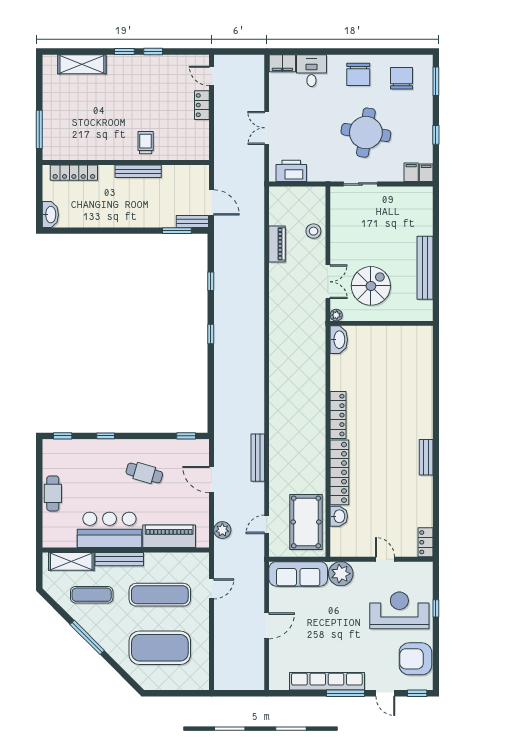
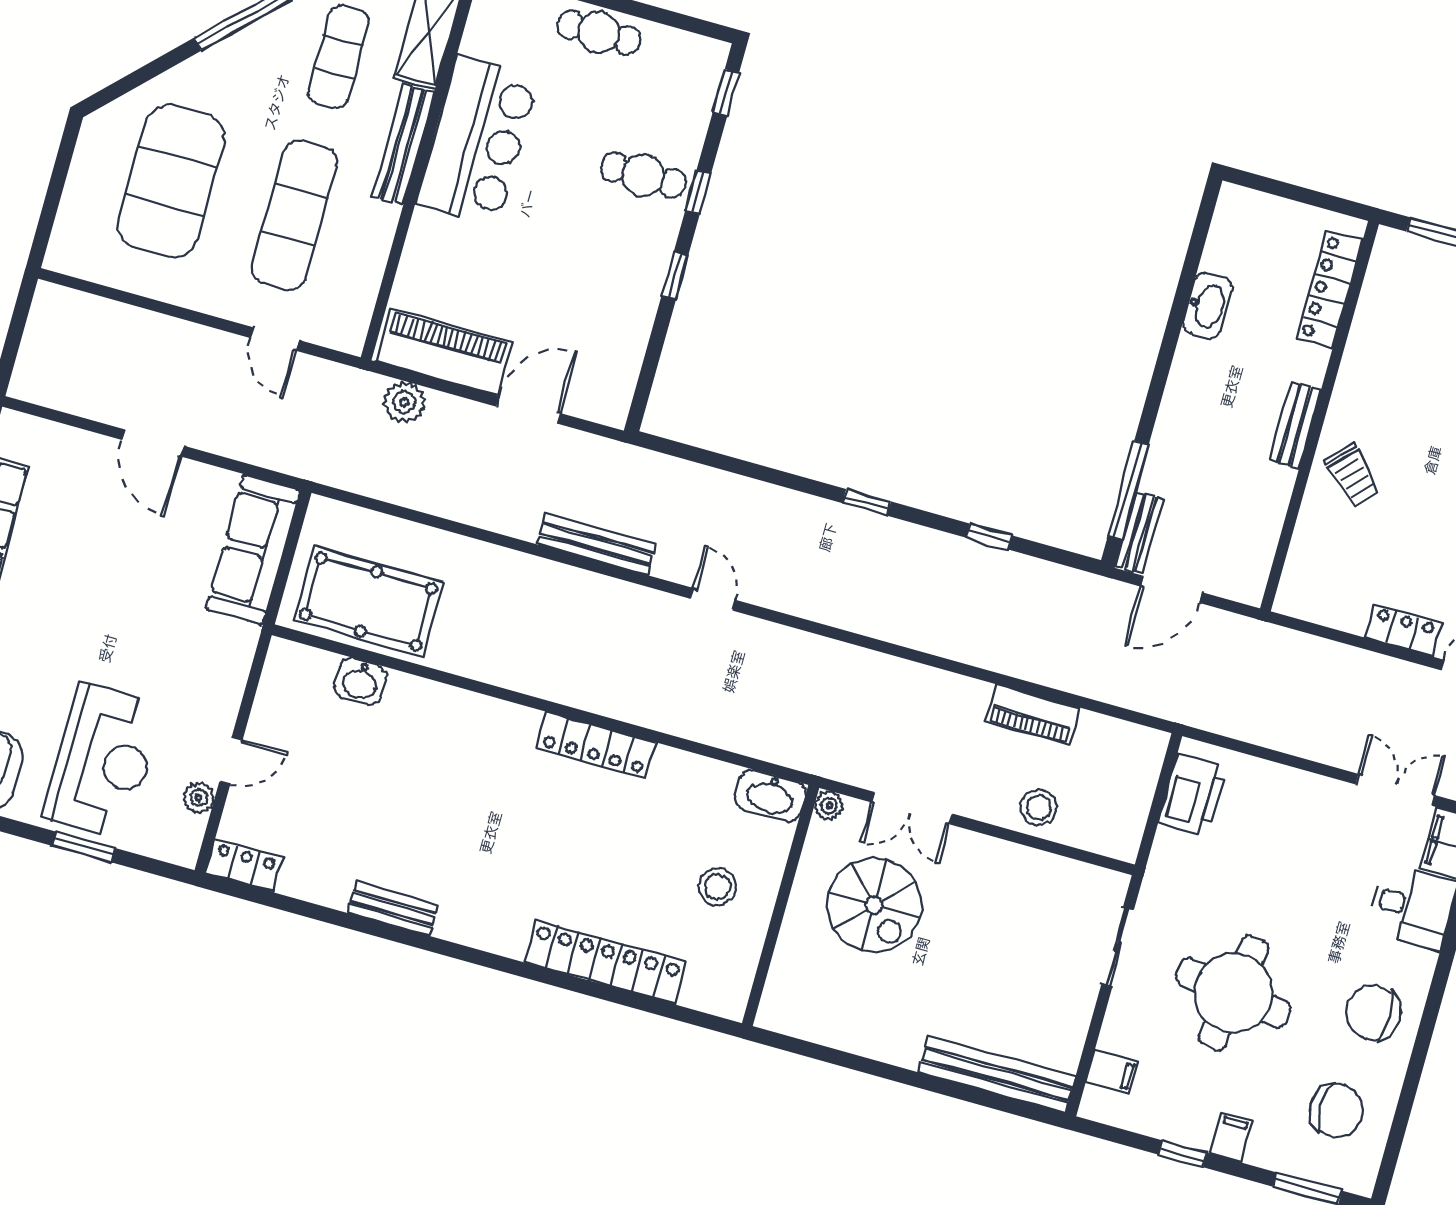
double door: (267, 128) -> (1395, 790), moved
trolley: (146, 143) -> (1353, 475), turned 44
bench: (138, 171) -> (1295, 425), width x0.73
filing cabinet: (426, 173) -> (1231, 1137), moved, turned -90
washbasin: (50, 215) -> (1207, 306), moved, turned -90
window: (177, 231) -> (1128, 490), width x1.44
bench: (425, 268) -> (997, 1075), moved
stool: (381, 351) -> (717, 887), added
window: (186, 436) -> (675, 276), moved
bench: (426, 457) -> (393, 909), moved
bench: (258, 458) -> (596, 544), moved
locker: (339, 472) -> (605, 962), moved, turned 180
cafe table: (144, 473) -> (643, 175), moved, turned 74
door: (267, 524) -> (713, 599), moved
piano: (169, 536) -> (444, 352), moved, turned -90
plant: (341, 574) -> (199, 798), moved, width x0.53, depth x0.53
window: (436, 608) -> (84, 847), width x1.50

